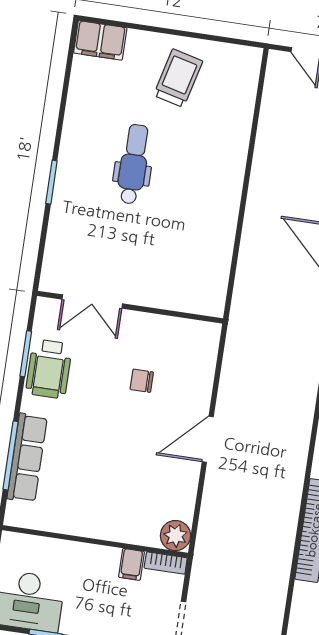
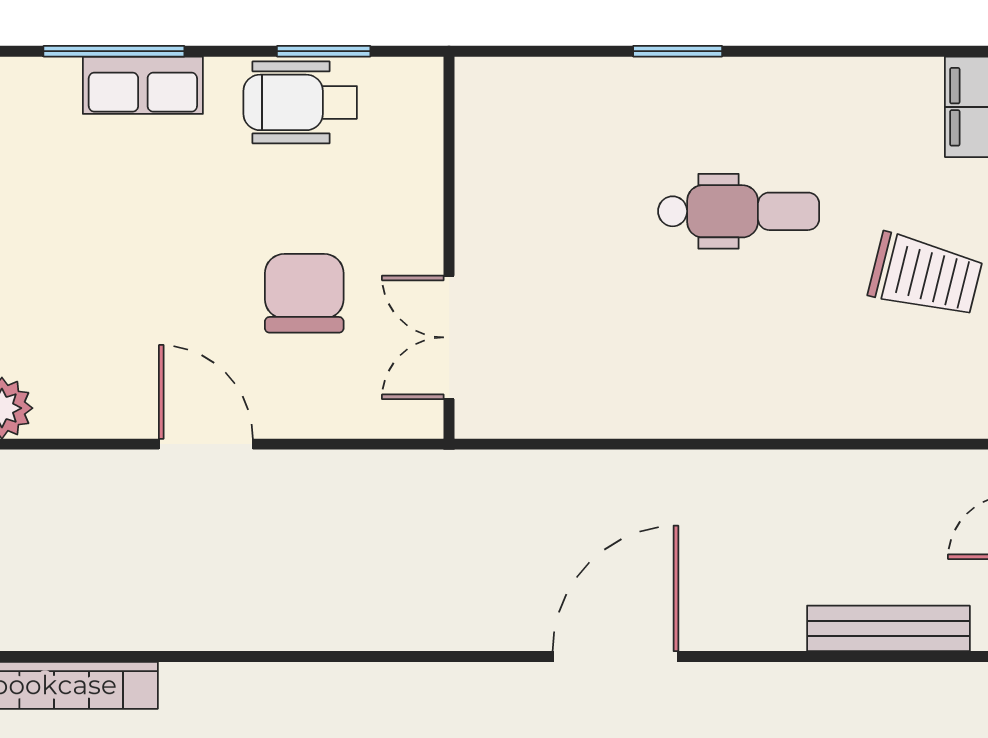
double door: (92, 302) -> (449, 337), moved
chair: (142, 381) -> (304, 293), width x1.87, depth x1.87
row of seats: (27, 458) -> (143, 85), width x0.68

